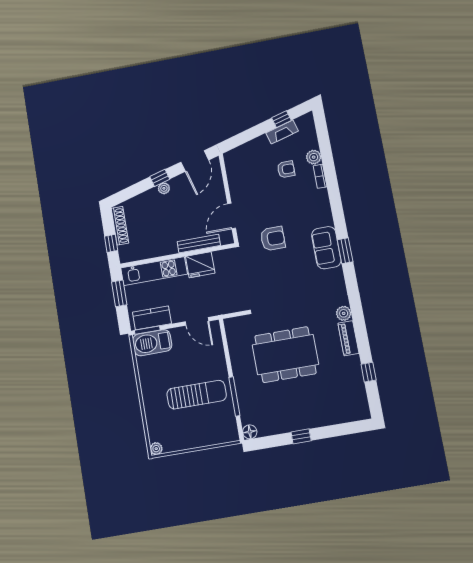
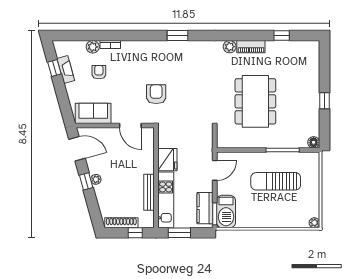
bench: (199, 244) -> (149, 192), moved
sofa: (326, 248) -> (93, 113), moved, turned 180
sun lounger: (197, 395) -> (276, 181), turned -90

